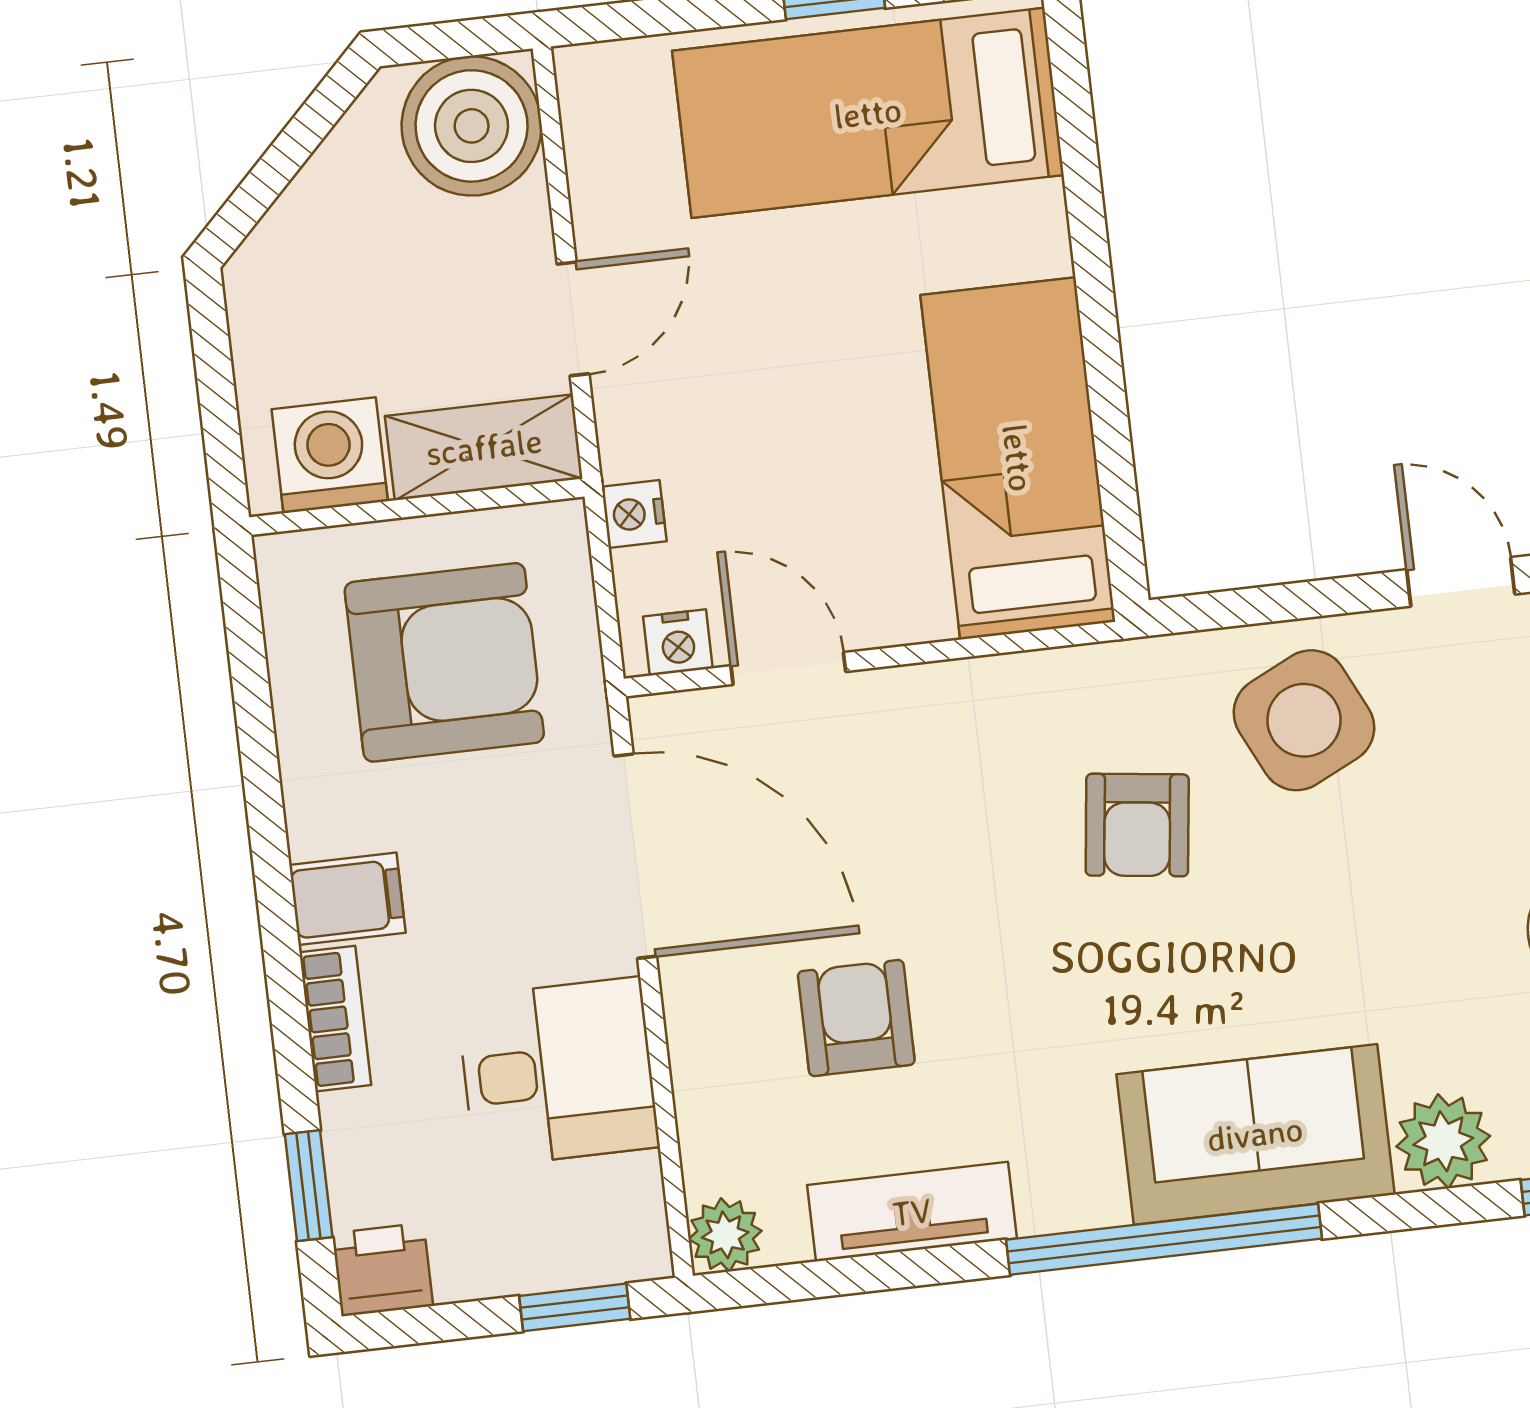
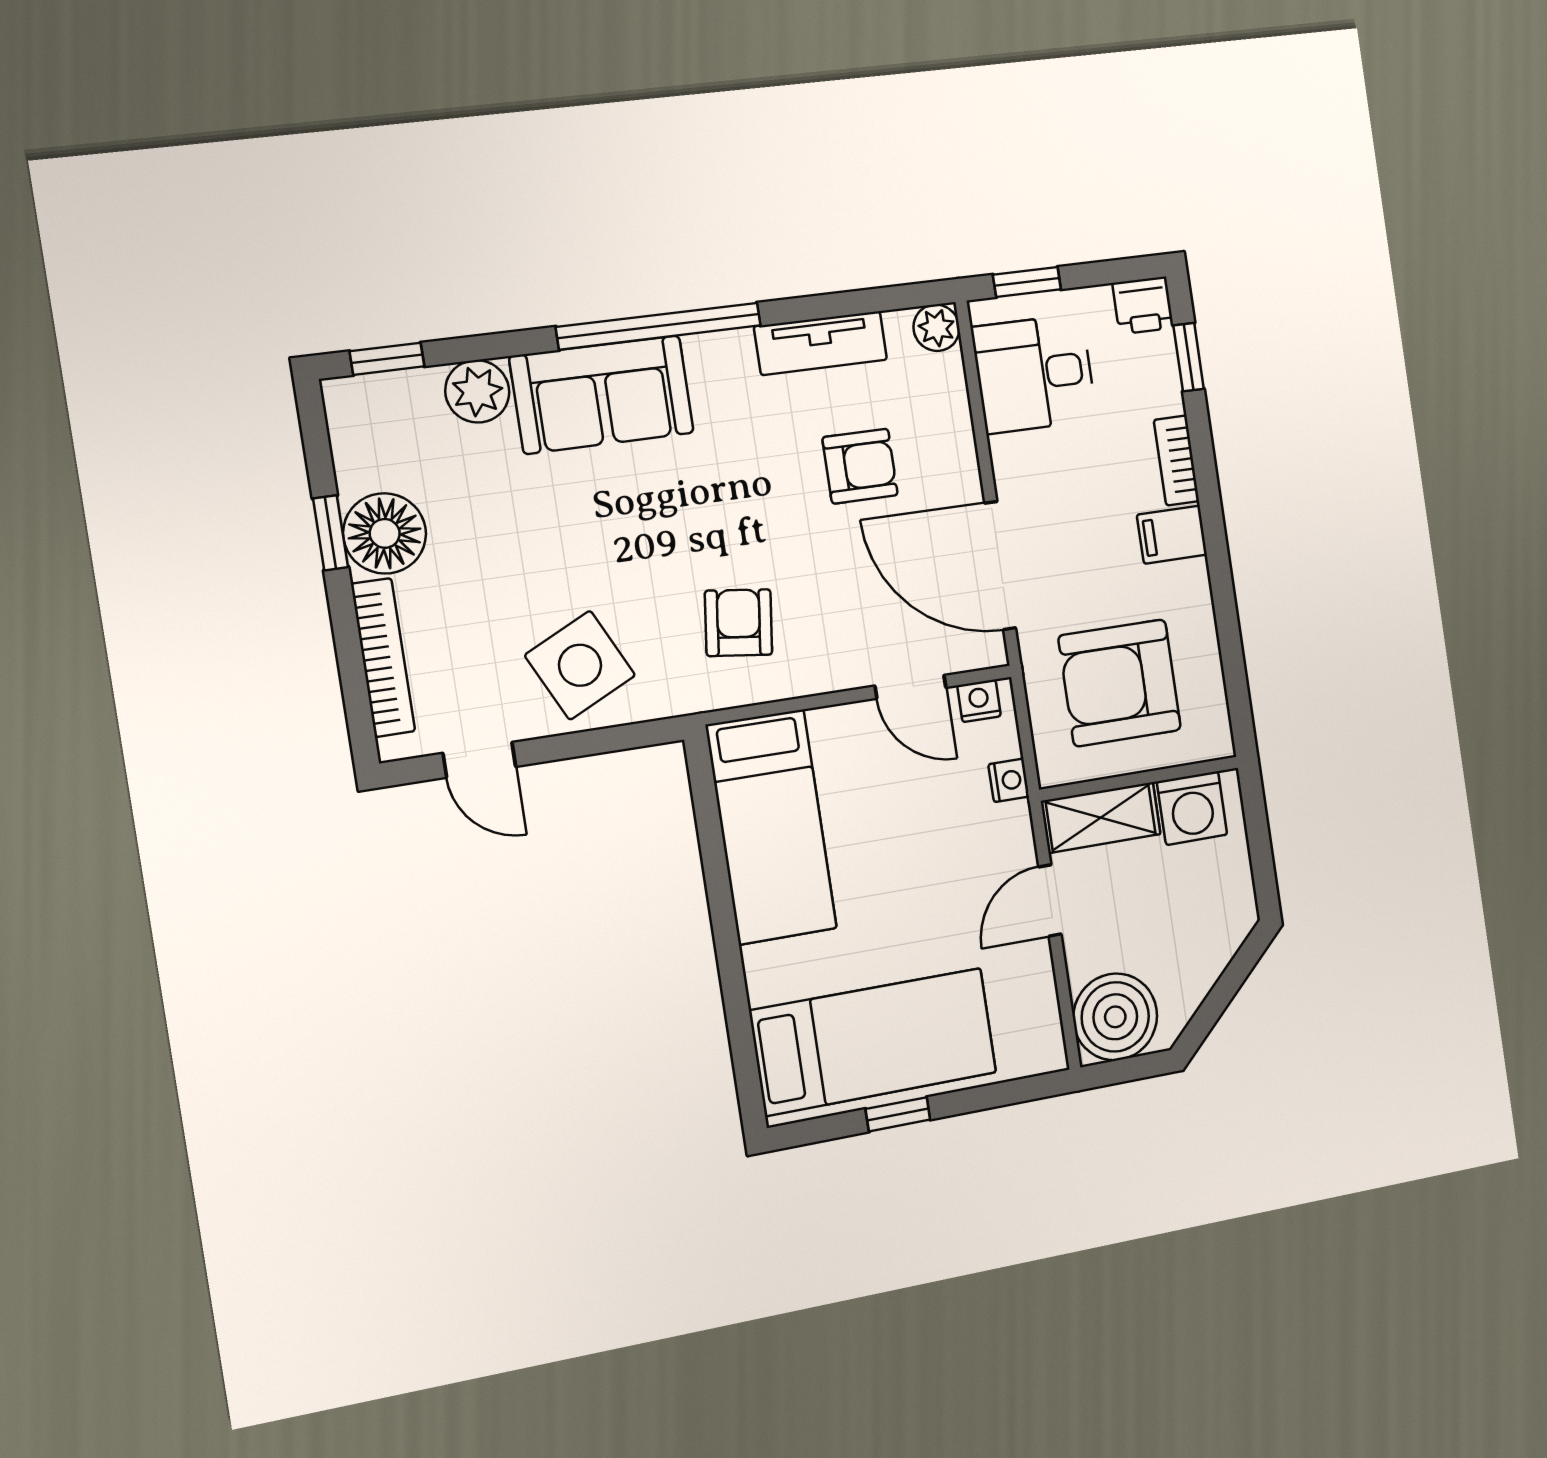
armchair: (1137, 825) -> (739, 623), moved
armchair: (856, 1018) -> (860, 466), turned -90
desk: (558, 1072) -> (1034, 374), moved

